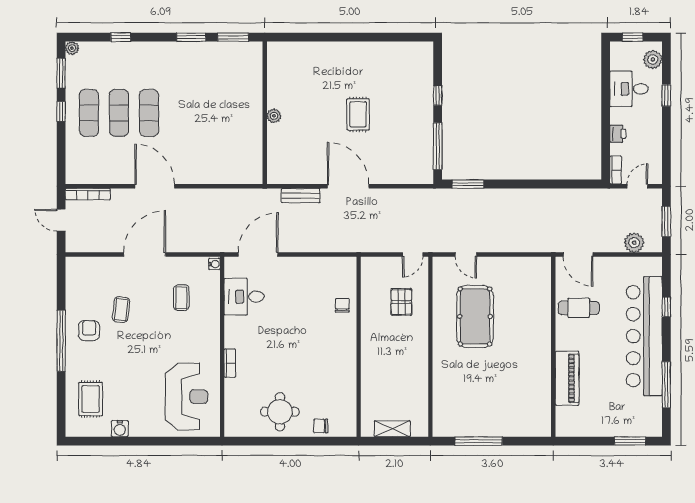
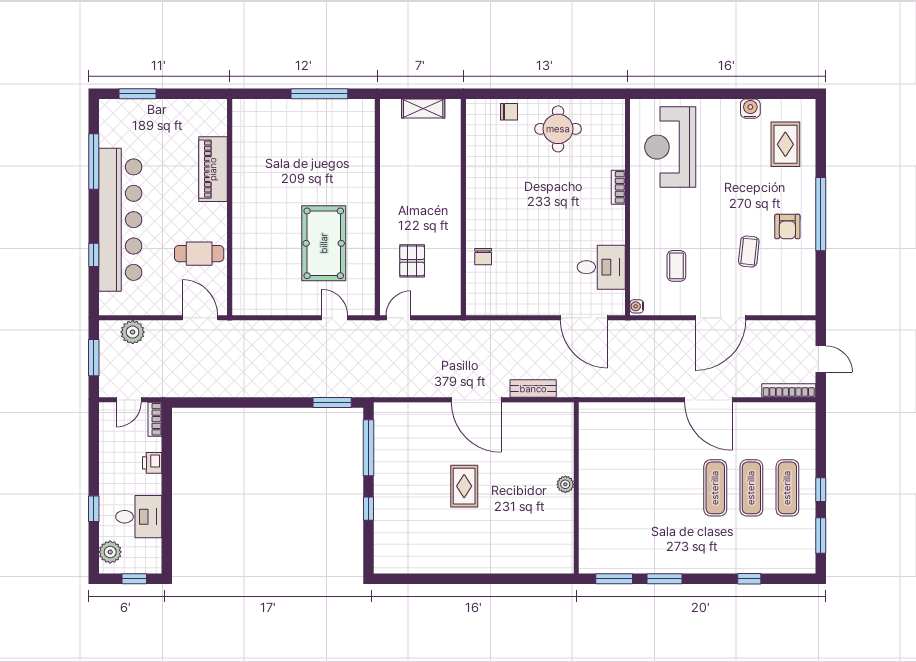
plant: (72, 48) -> (808, 566), removed
door: (258, 255) -> (584, 318), hinge flipped

